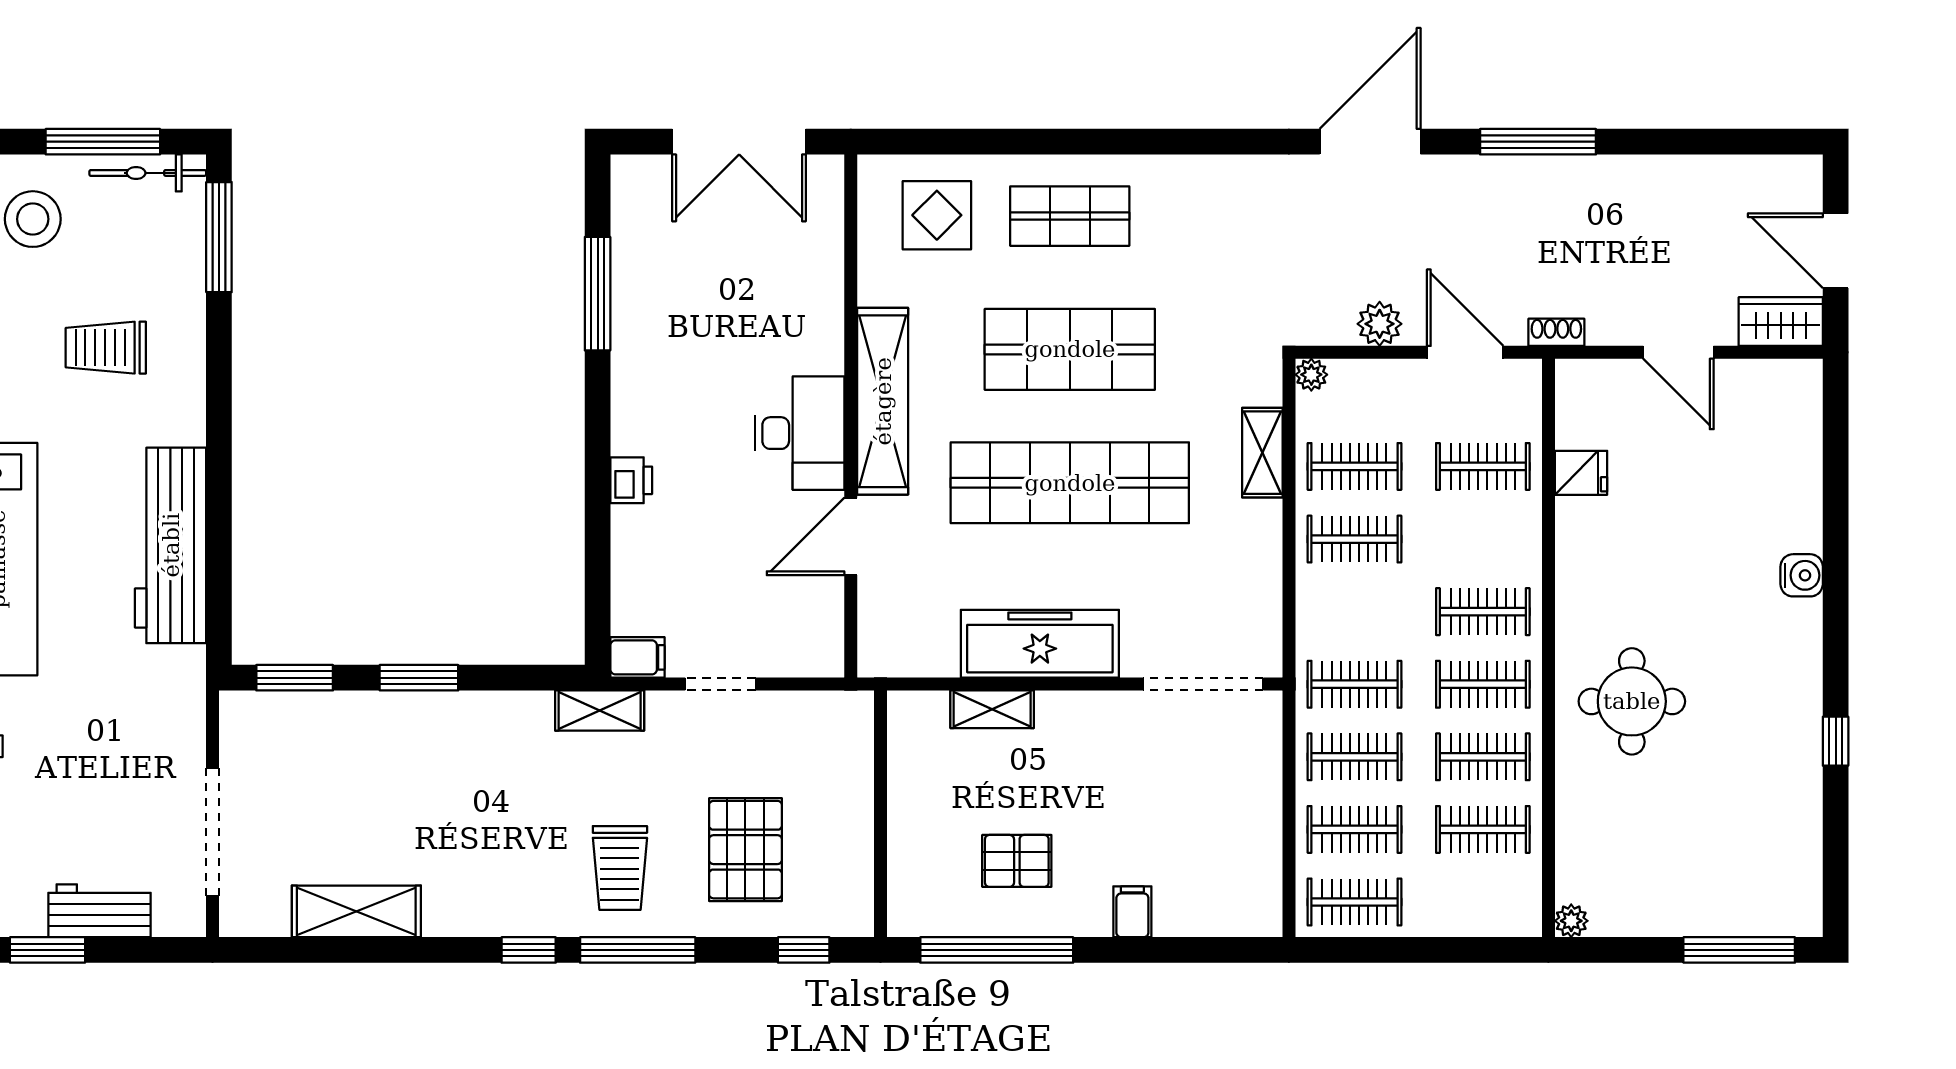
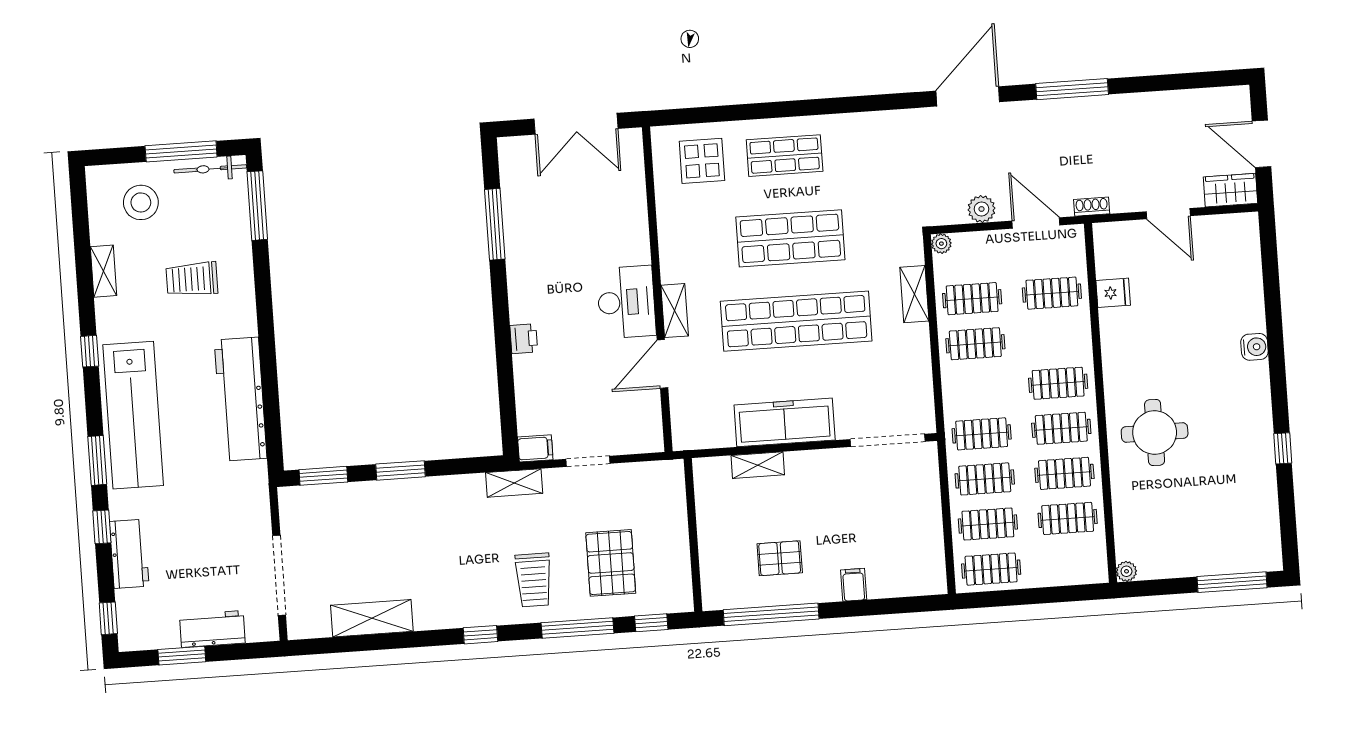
shelving: (883, 401) -> (675, 311), width x0.45, depth x0.75
window: (638, 950) -> (577, 628), moved

